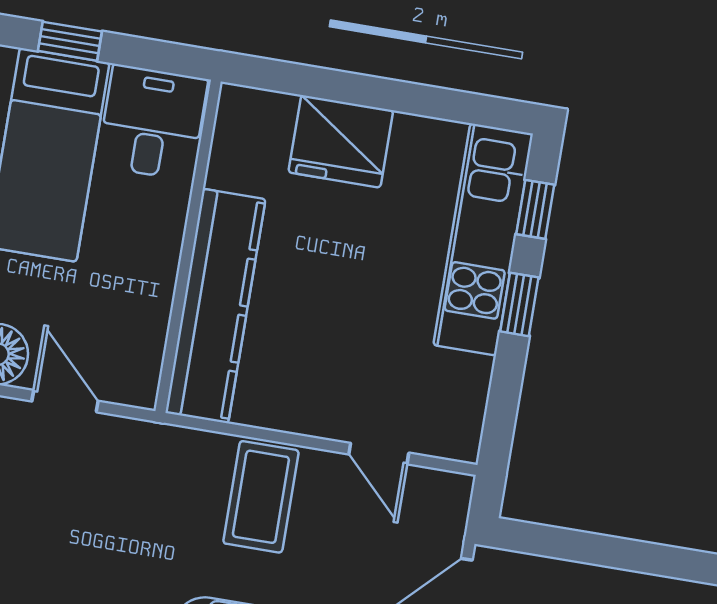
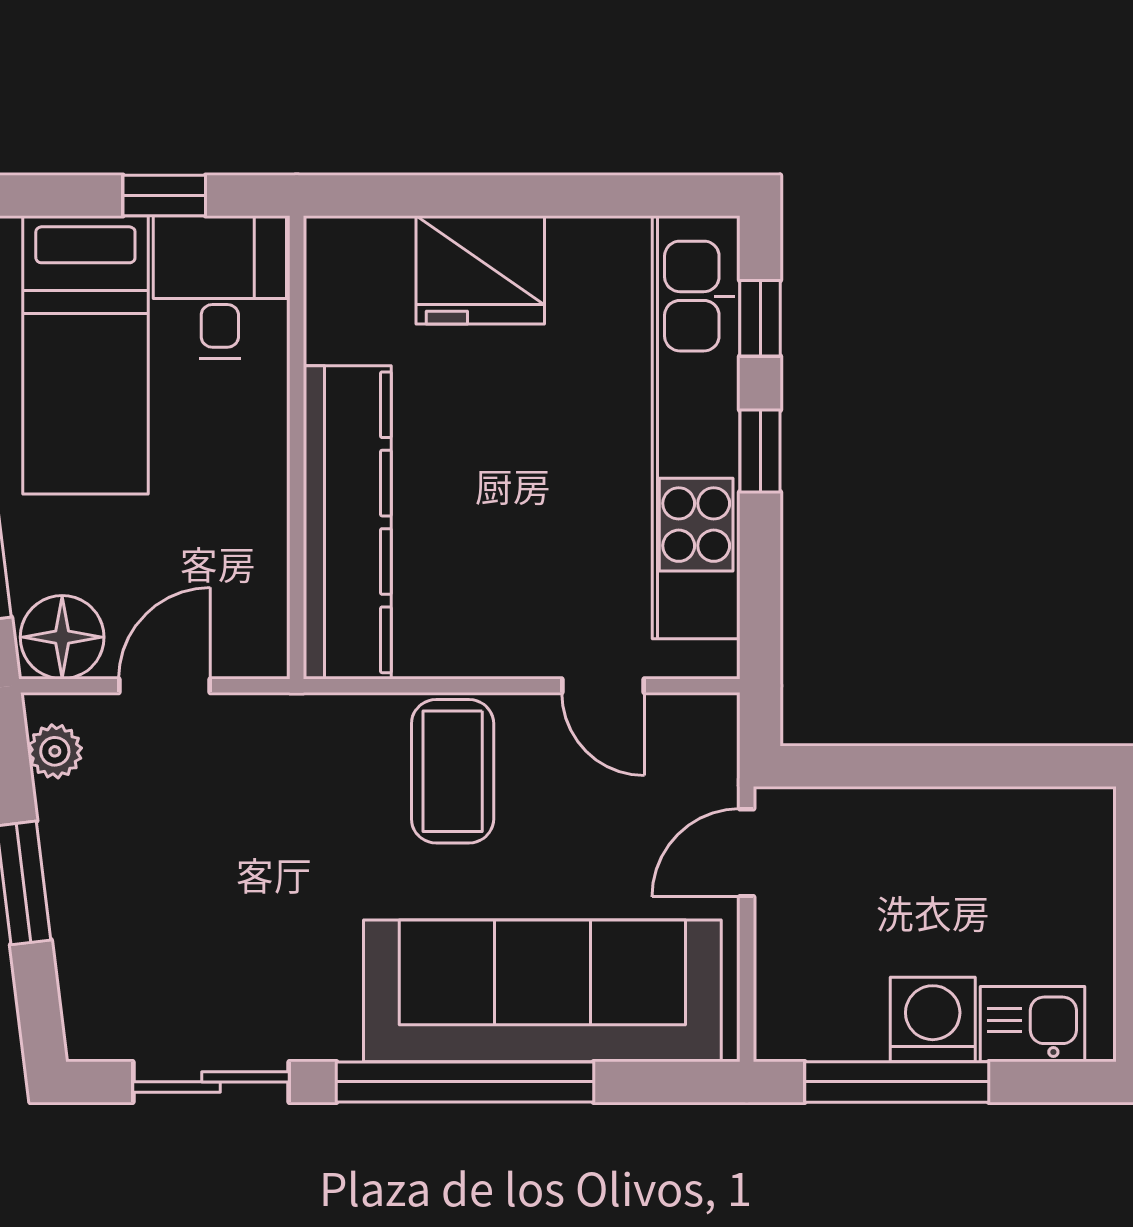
window: (70, 41) -> (164, 195), moved
kitchen unit: (483, 239) -> (696, 427), width x1.36
door: (65, 401) -> (165, 686), hinge flipped

